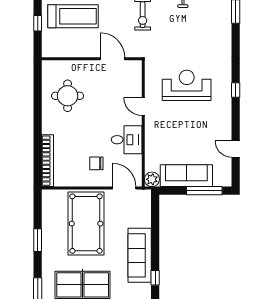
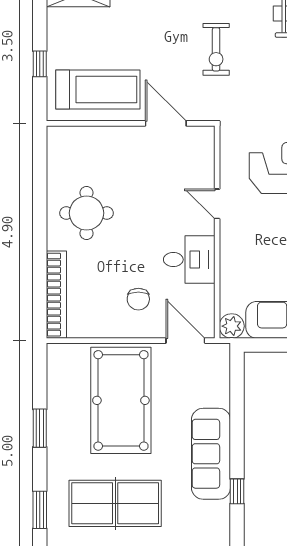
treadmill: (73, 16) -> (98, 89), moved
round table: (68, 96) -> (87, 213), moved
chair: (96, 163) -> (138, 299), turned -90

